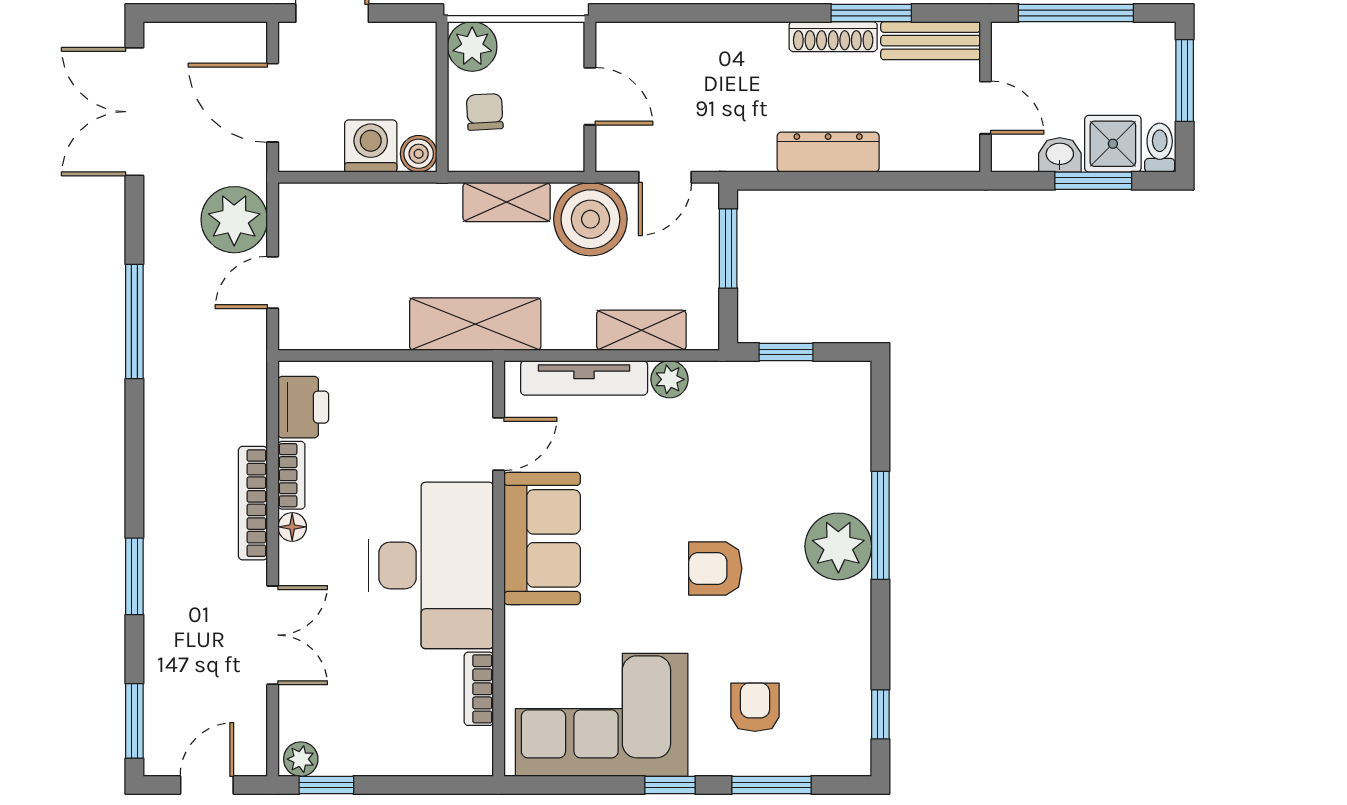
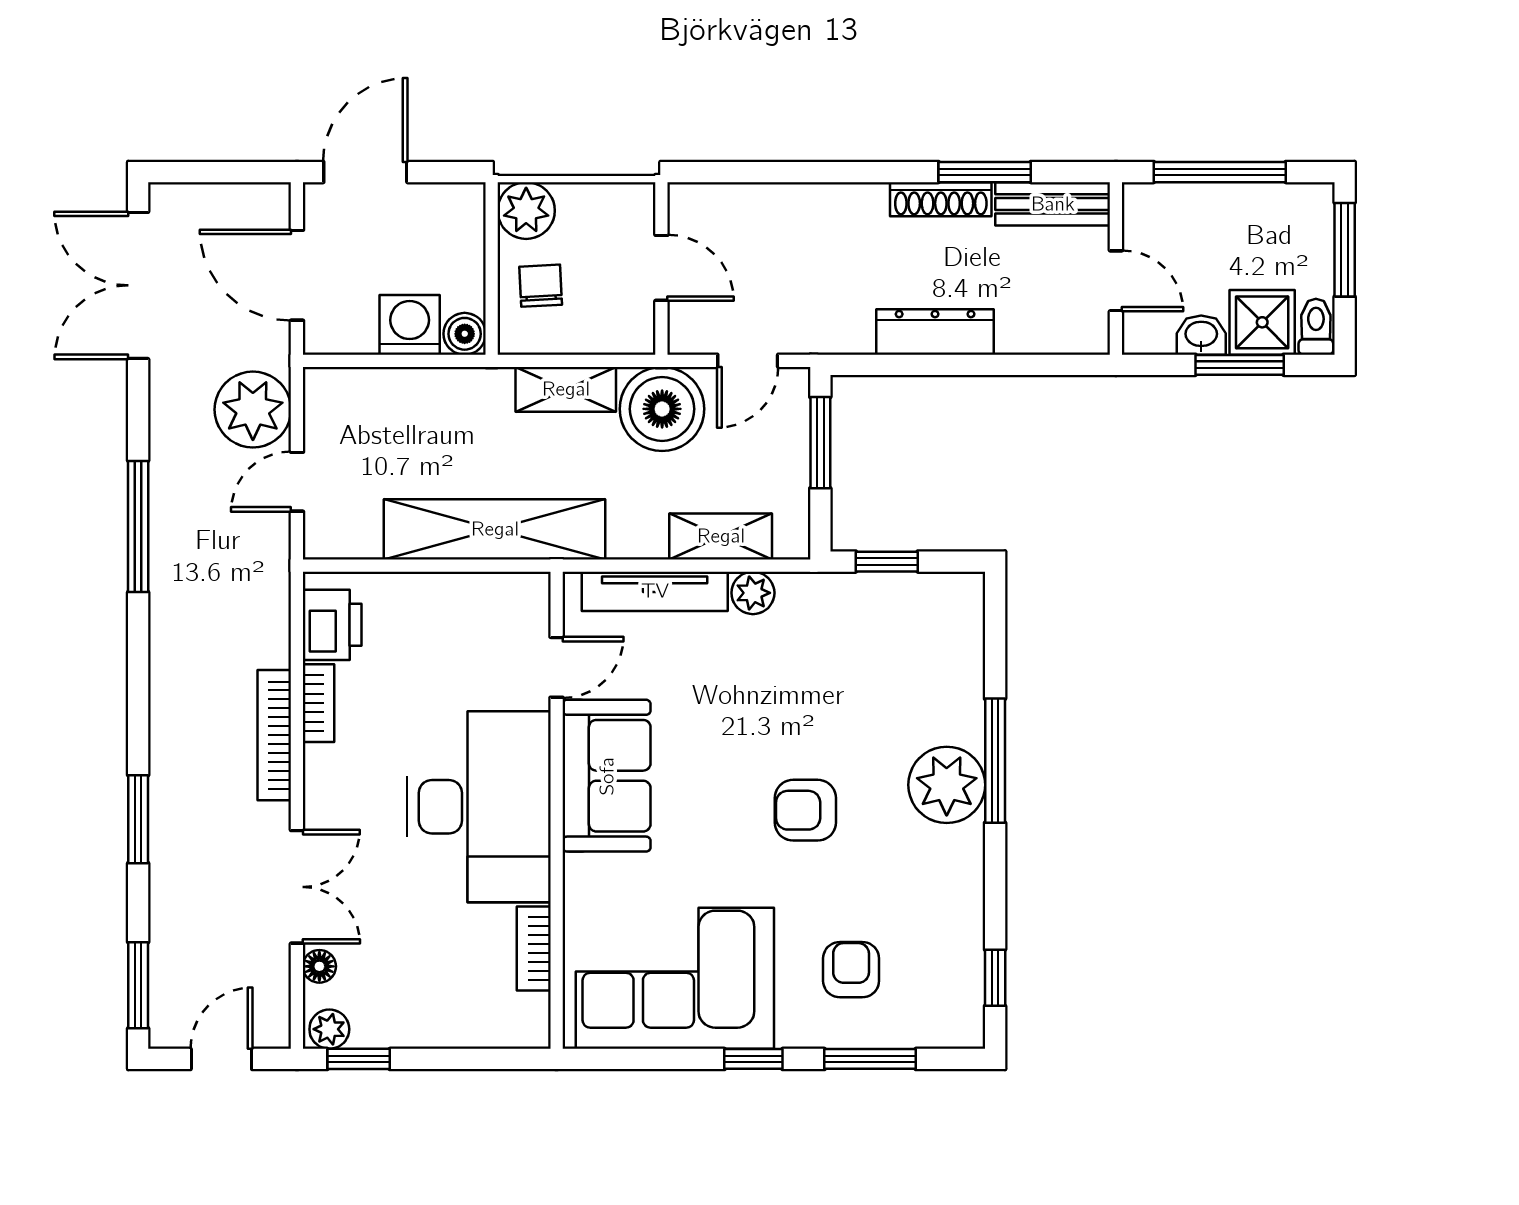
shelving: (475, 324) -> (495, 529), width x1.47
floor lamp: (292, 527) -> (319, 966), moved

